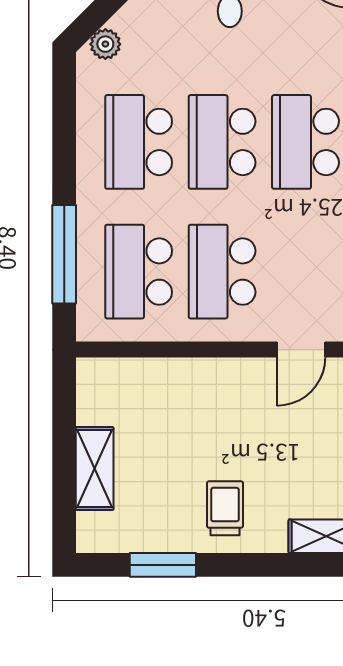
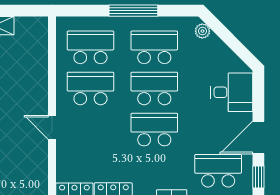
window: (64, 254) -> (133, 11), moved

